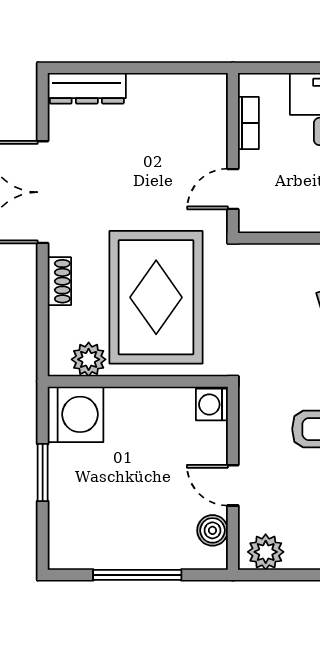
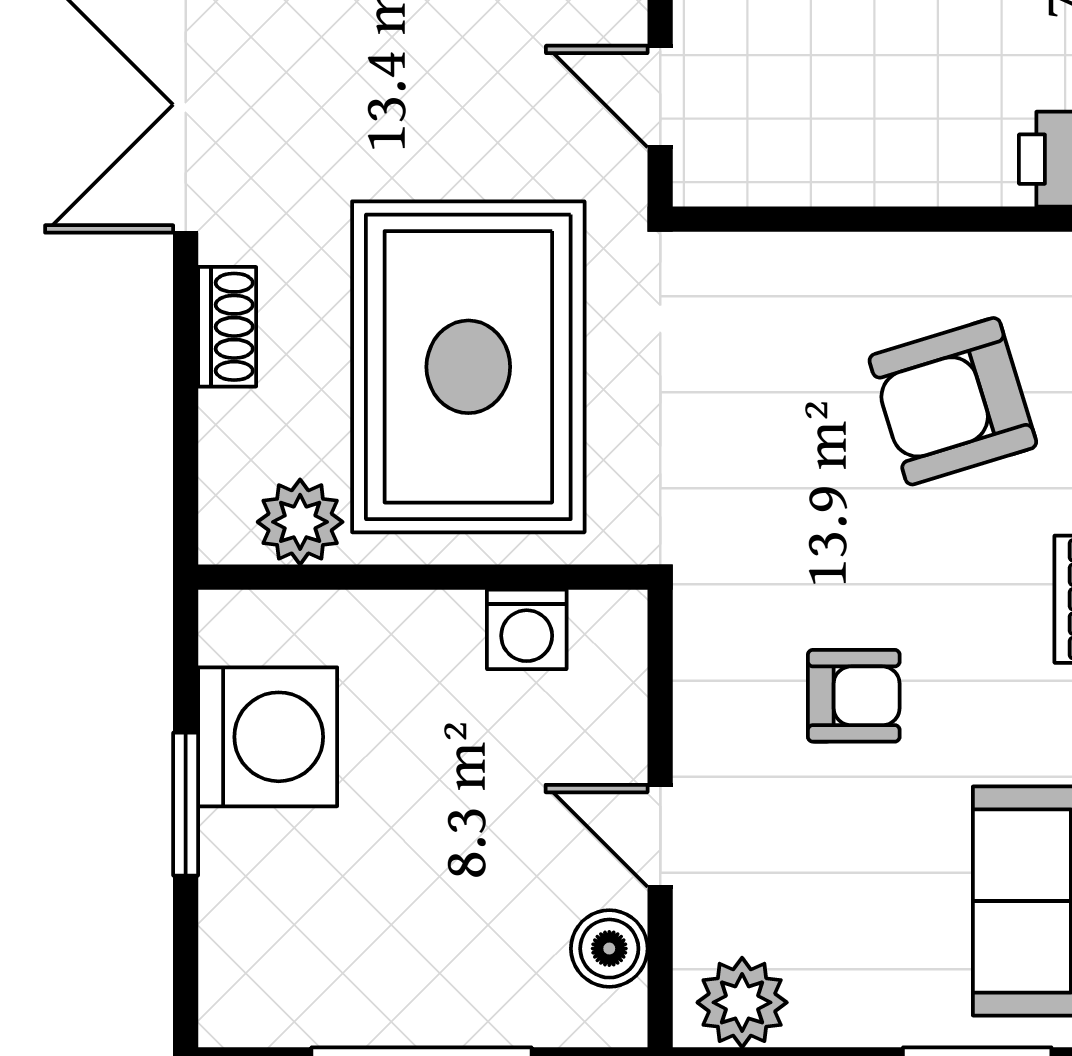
door: (233, 189) -> (660, 96), hinge flipped
washing machine: (212, 404) -> (527, 629), moved, turned -90
washing machine: (76, 414) -> (268, 737), moved

